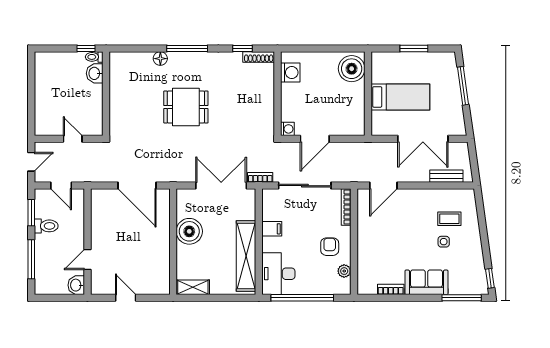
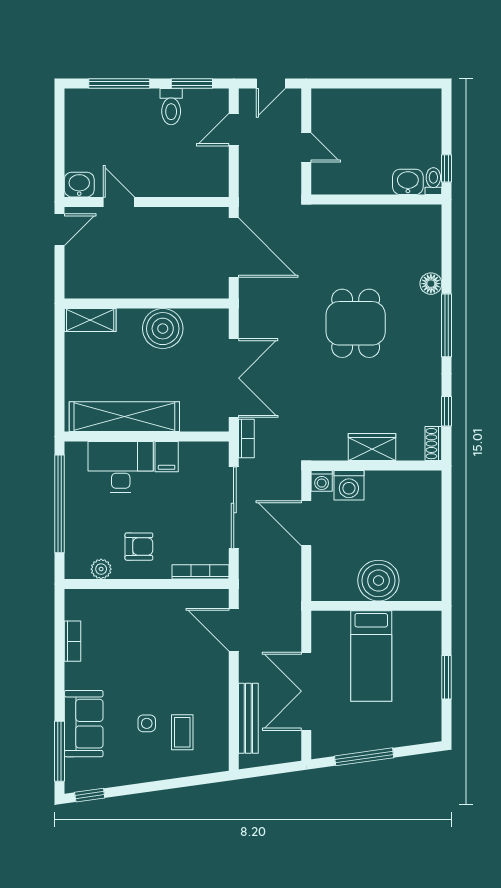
shoe rack: (259, 57) -> (433, 444), width x0.70
boiler: (352, 69) -> (378, 581), moved
washing machine: (290, 73) -> (349, 485), moved
window: (463, 86) -> (364, 757), moved
wardrobe: (266, 96) -> (372, 447), added
door: (73, 139) -> (306, 147), hinge flipped
door: (31, 162) -> (271, 83), hinge flipped
bench: (446, 176) -> (248, 718), width x1.36
door: (137, 186) -> (234, 248), swing flipped
wall: (87, 242) -> (147, 202), moved
door: (87, 260) -> (119, 202), moved
desk: (278, 274) -> (121, 467), moved
sofa: (426, 282) -> (84, 724), moved
washbasin: (76, 285) -> (79, 185), moved
shelving: (193, 287) -> (90, 320), moved, turned 90

